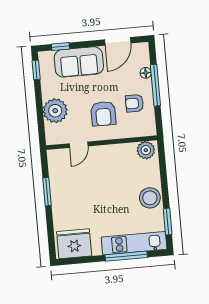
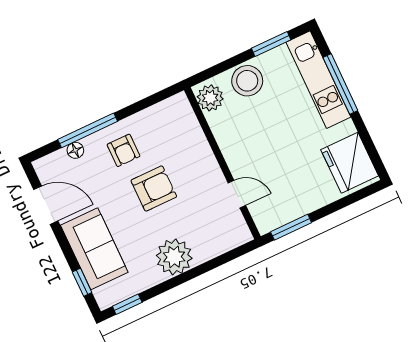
wall: (102, 143) -> (222, 163), moved
door: (79, 145) -> (237, 194), moved
plant: (146, 150) -> (210, 98), moved

